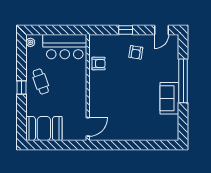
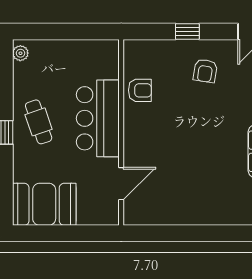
bar counter: (65, 47) -> (98, 118), moved, turned 90
door: (88, 127) -> (121, 184), moved

